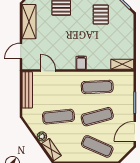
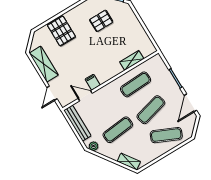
pallet: (101, 15) -> (101, 21), turned 90
filing cabinet: (81, 63) -> (93, 82), moved
shelving: (122, 64) -> (132, 60), moved
plant: (42, 136) -> (94, 146), moved

